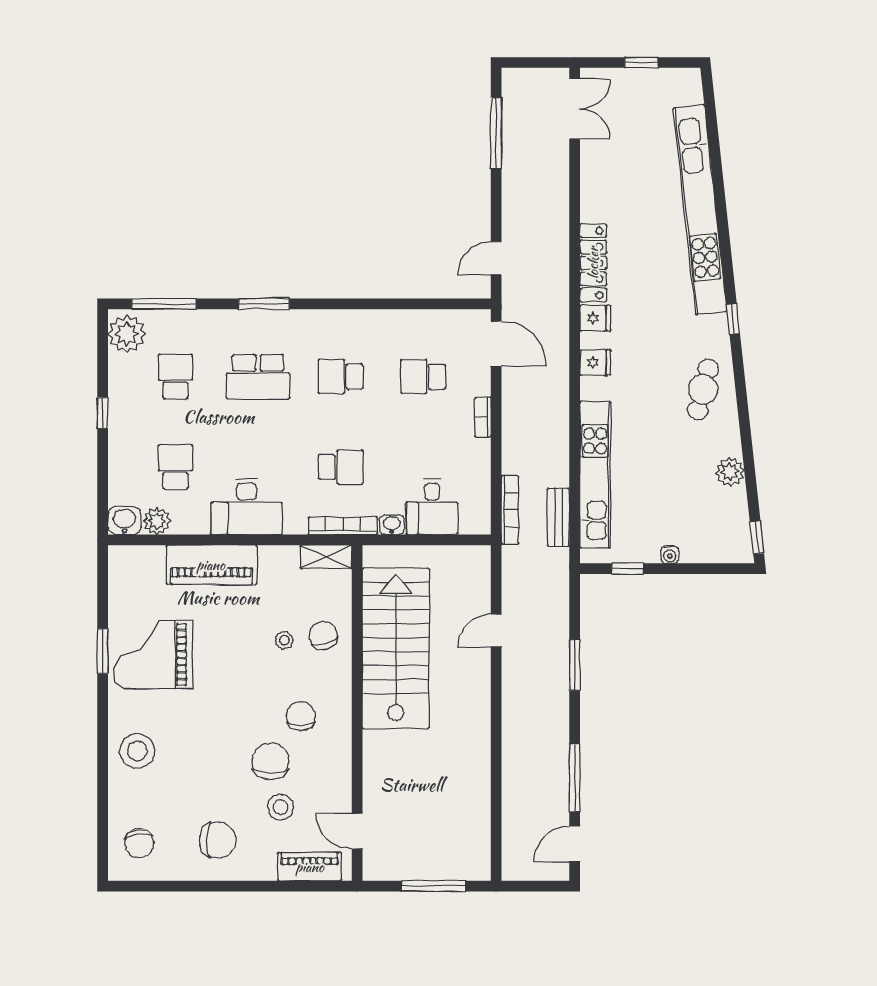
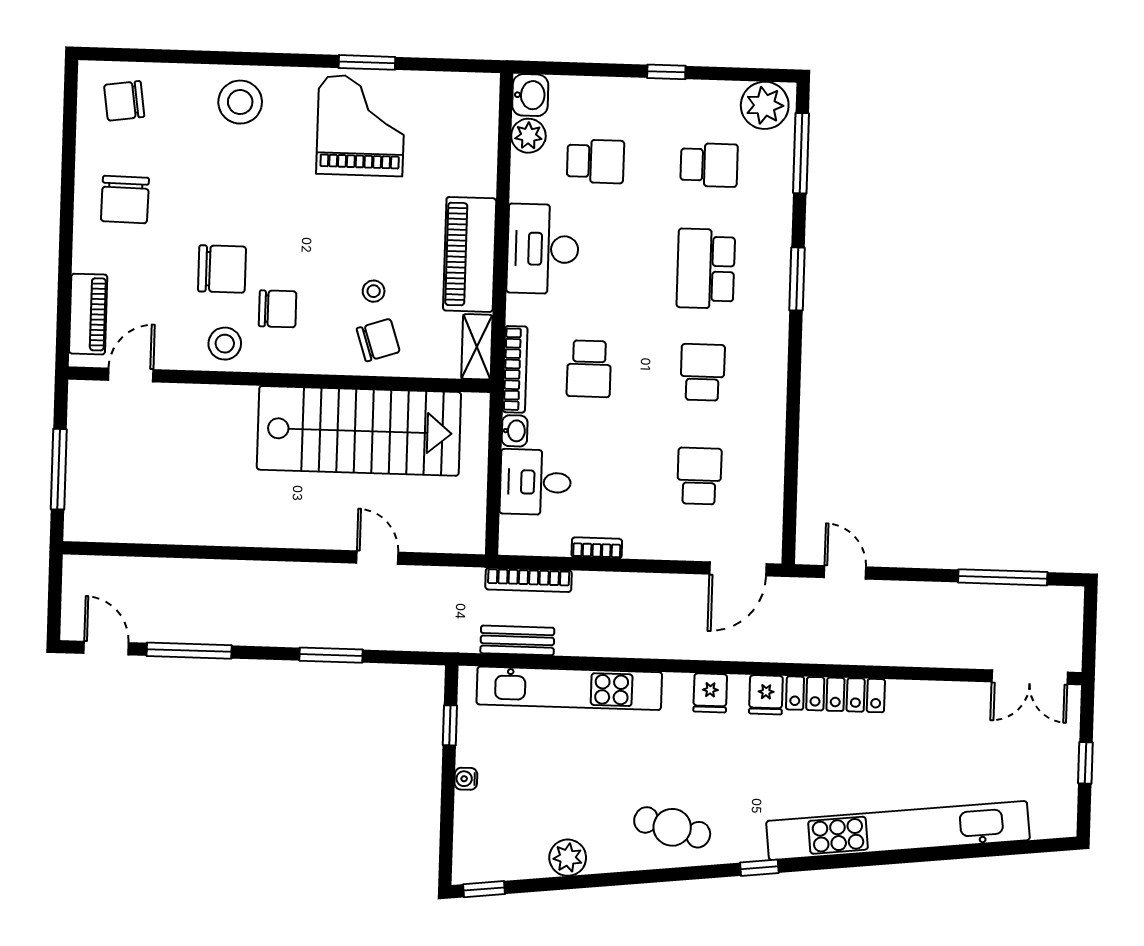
bookcase: (483, 417) -> (597, 548), moved
piano: (211, 565) -> (470, 254), moved
stool: (281, 807) -> (225, 344), moved

